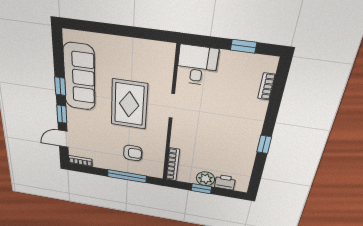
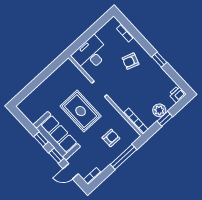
window: (243, 46) -> (95, 28), removed
desk: (197, 65) -> (91, 54), width x1.37
sofa: (79, 77) -> (57, 136), moved
armchair: (235, 116) -> (131, 61), added
door: (63, 139) -> (71, 171), hinge flipped
printer: (225, 182) -> (177, 94), moved

